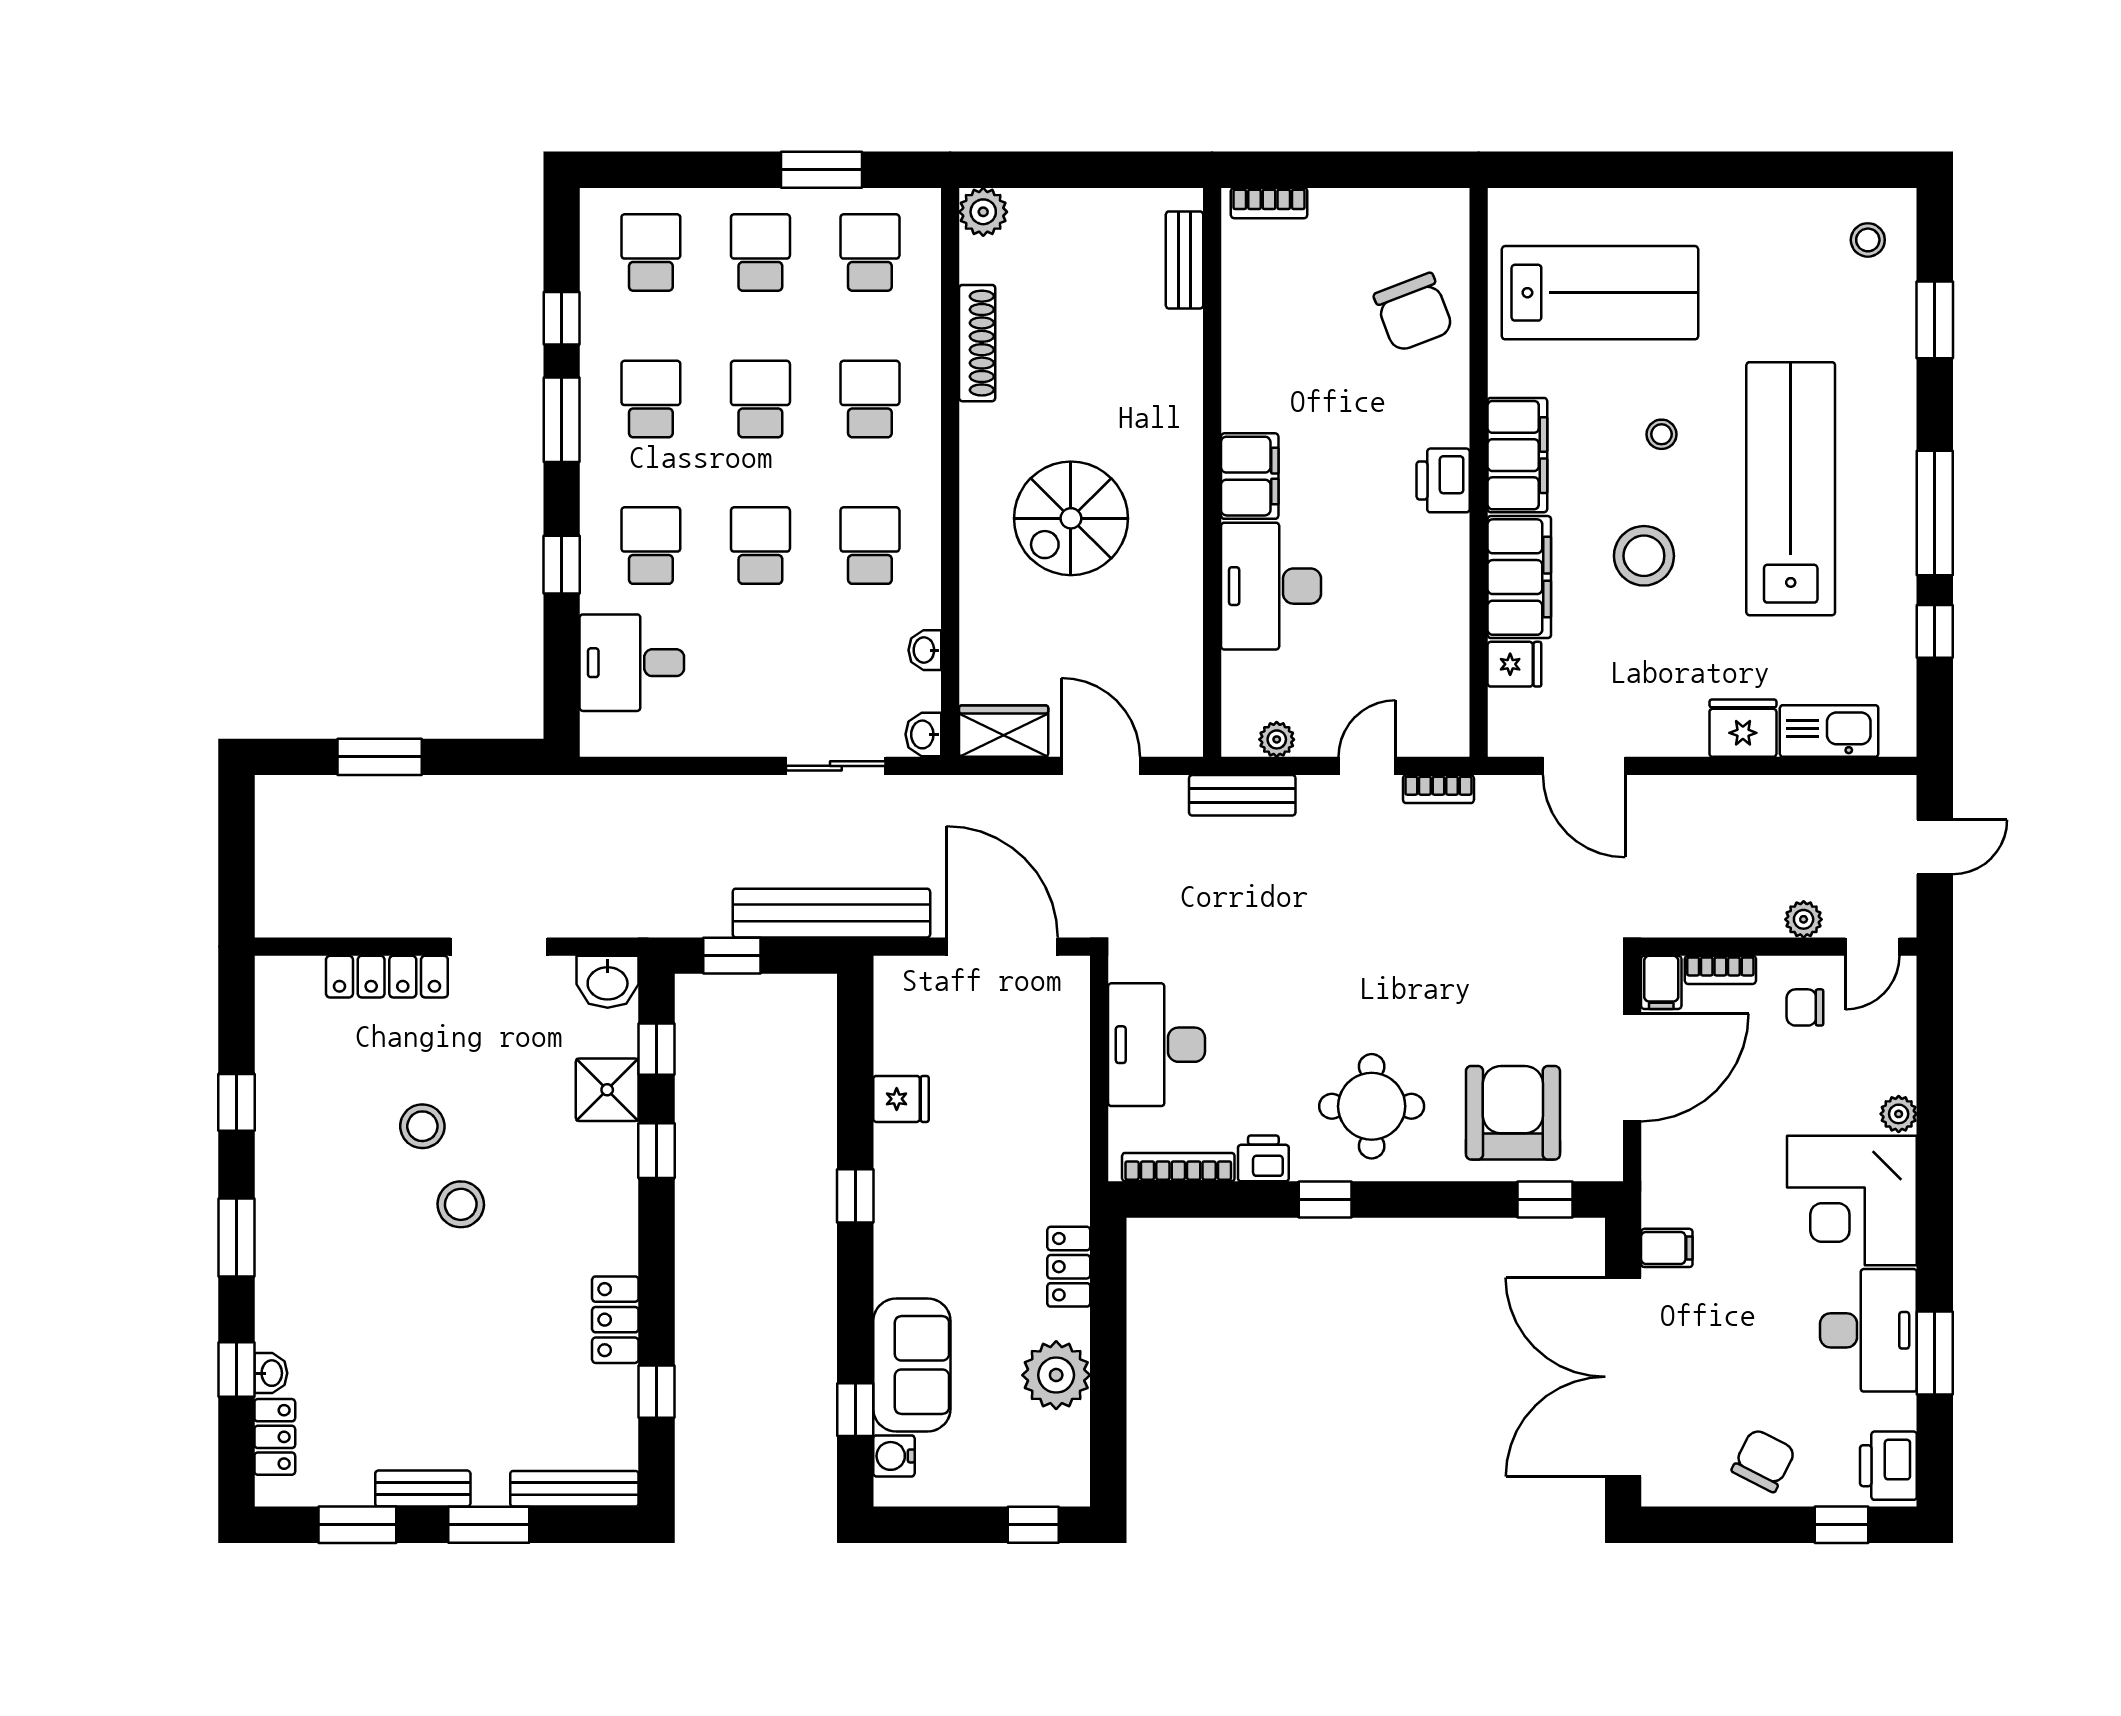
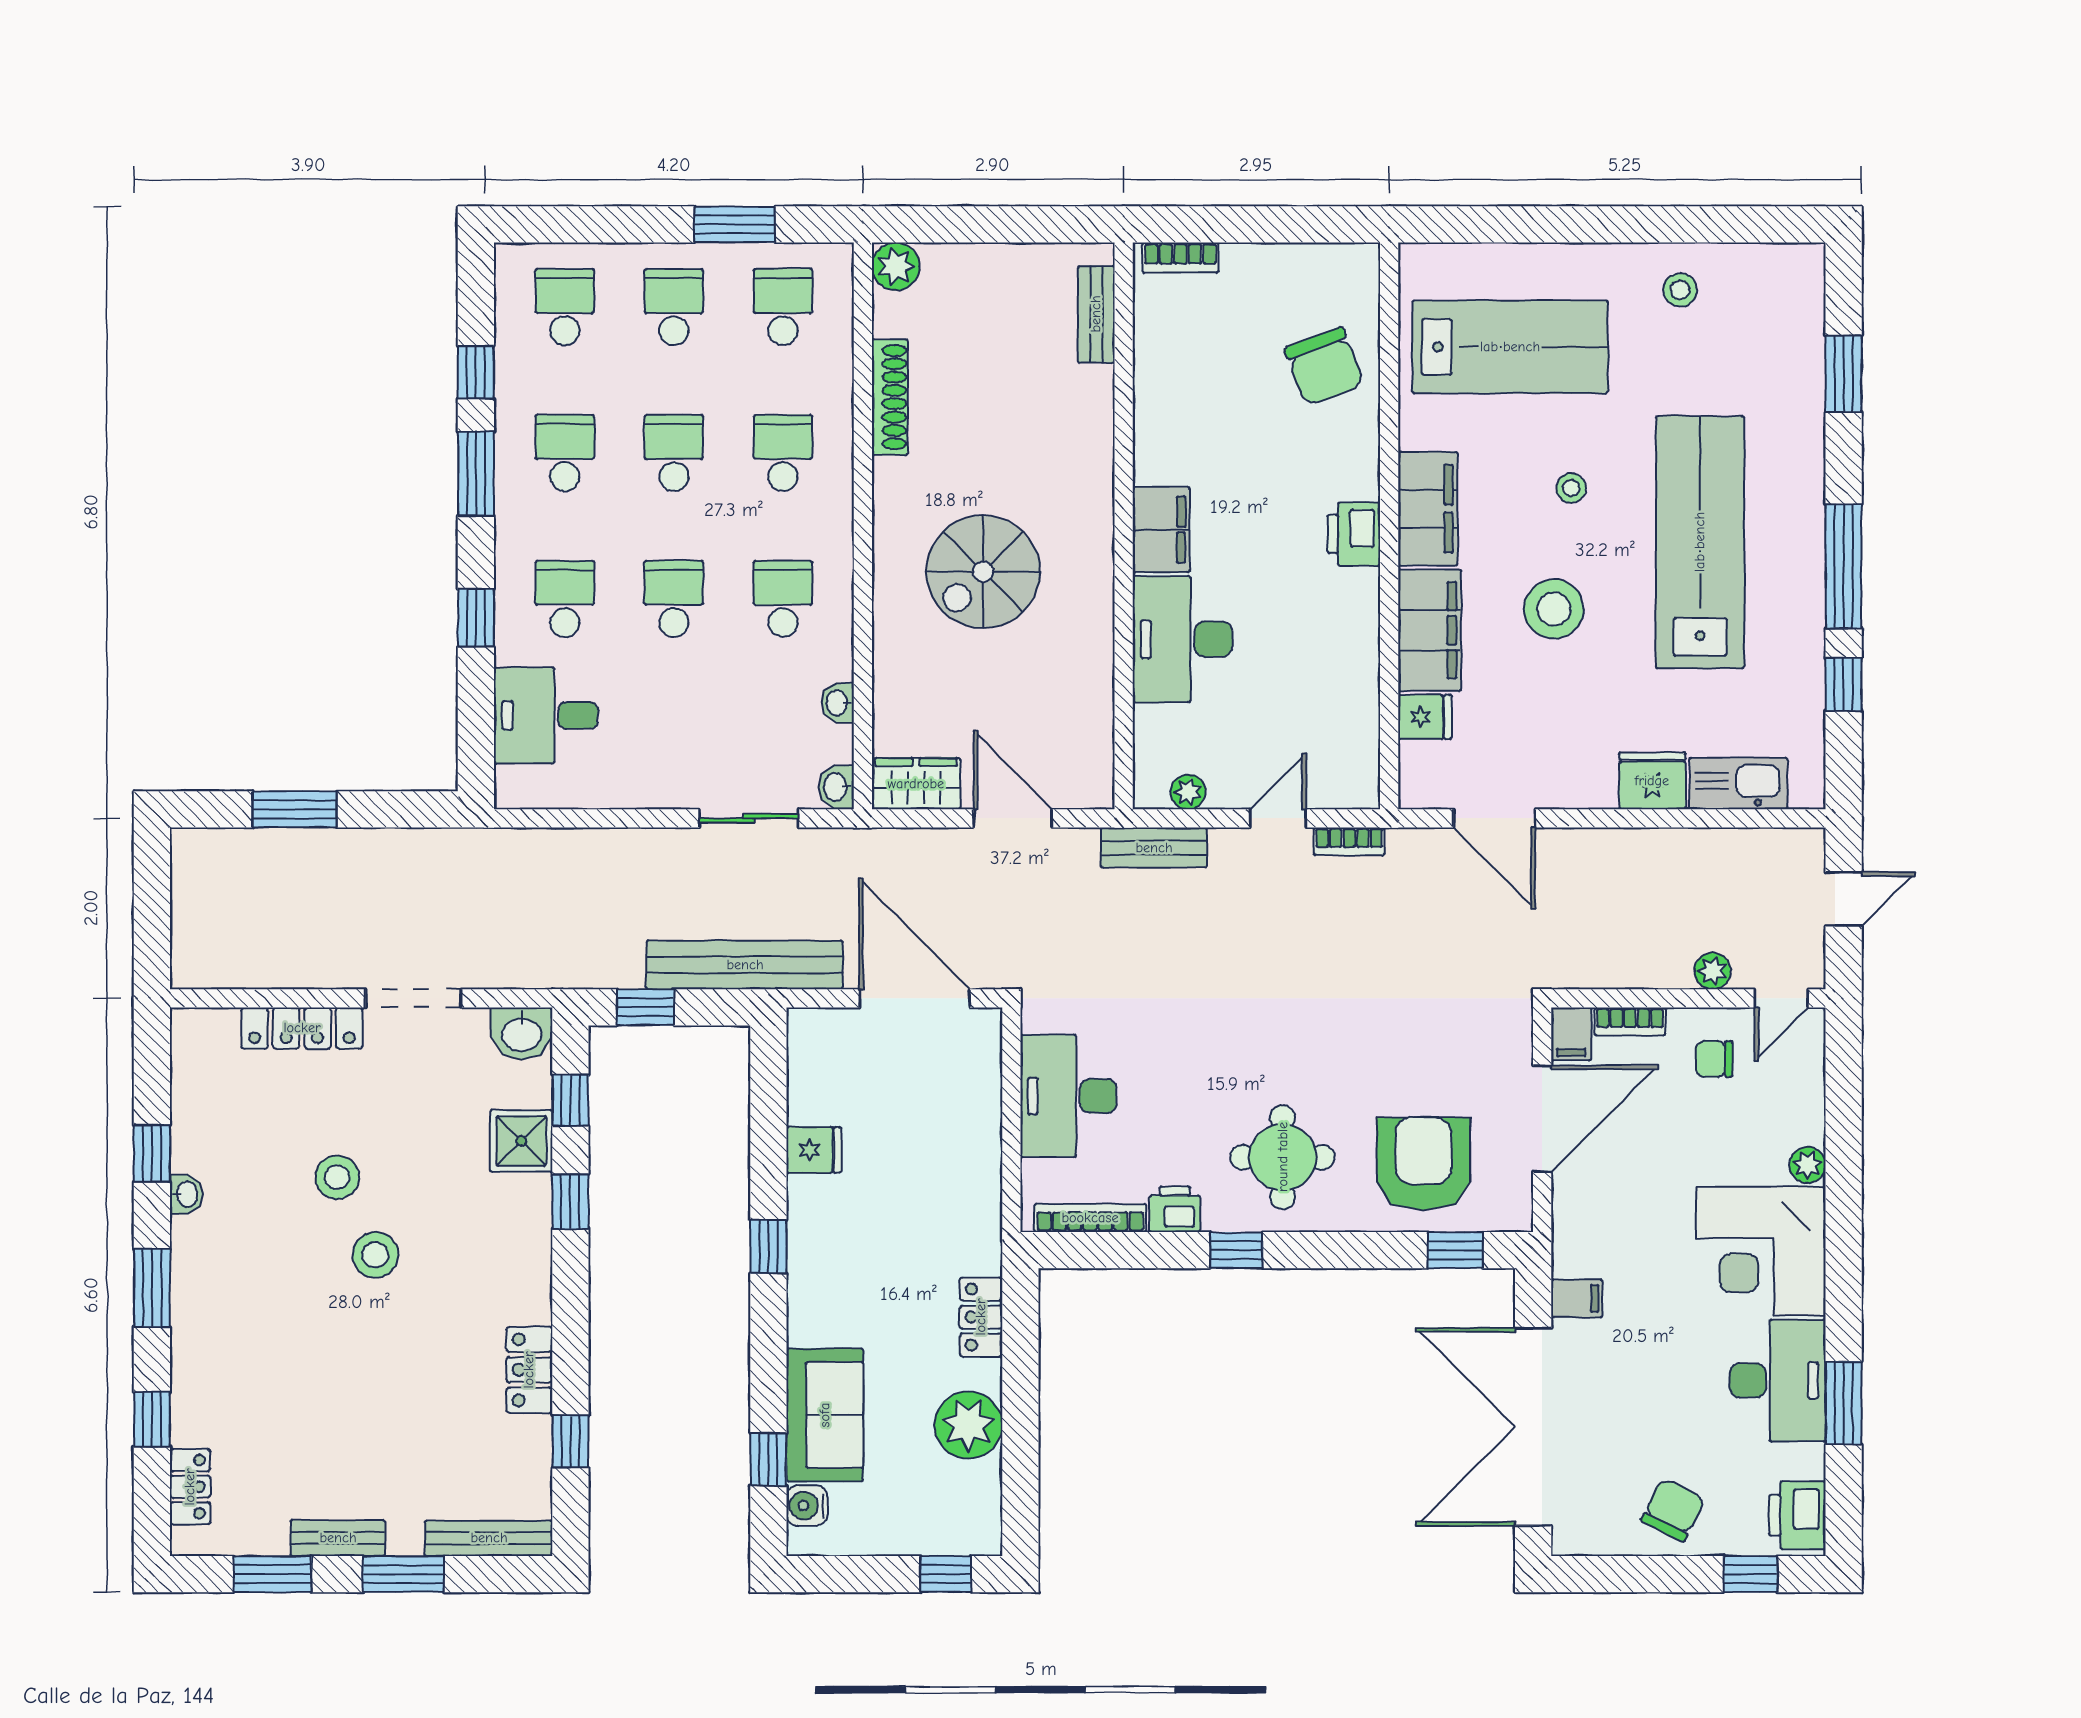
stool: (1868, 240) -> (1680, 290), moved
washbasin: (271, 1373) -> (186, 1194), moved

